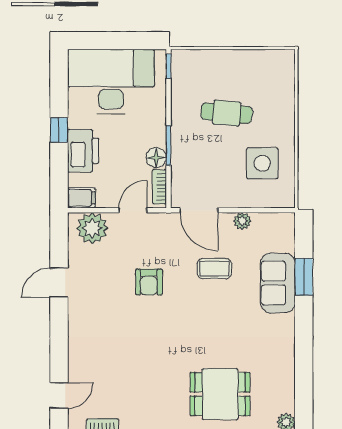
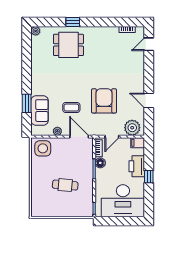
side table: (262, 163) -> (43, 148), moved
armchair: (149, 282) -> (104, 101), width x1.88, depth x1.88
door: (59, 283) -> (149, 100), swing flipped
sofa: (278, 283) -> (40, 111), moved

